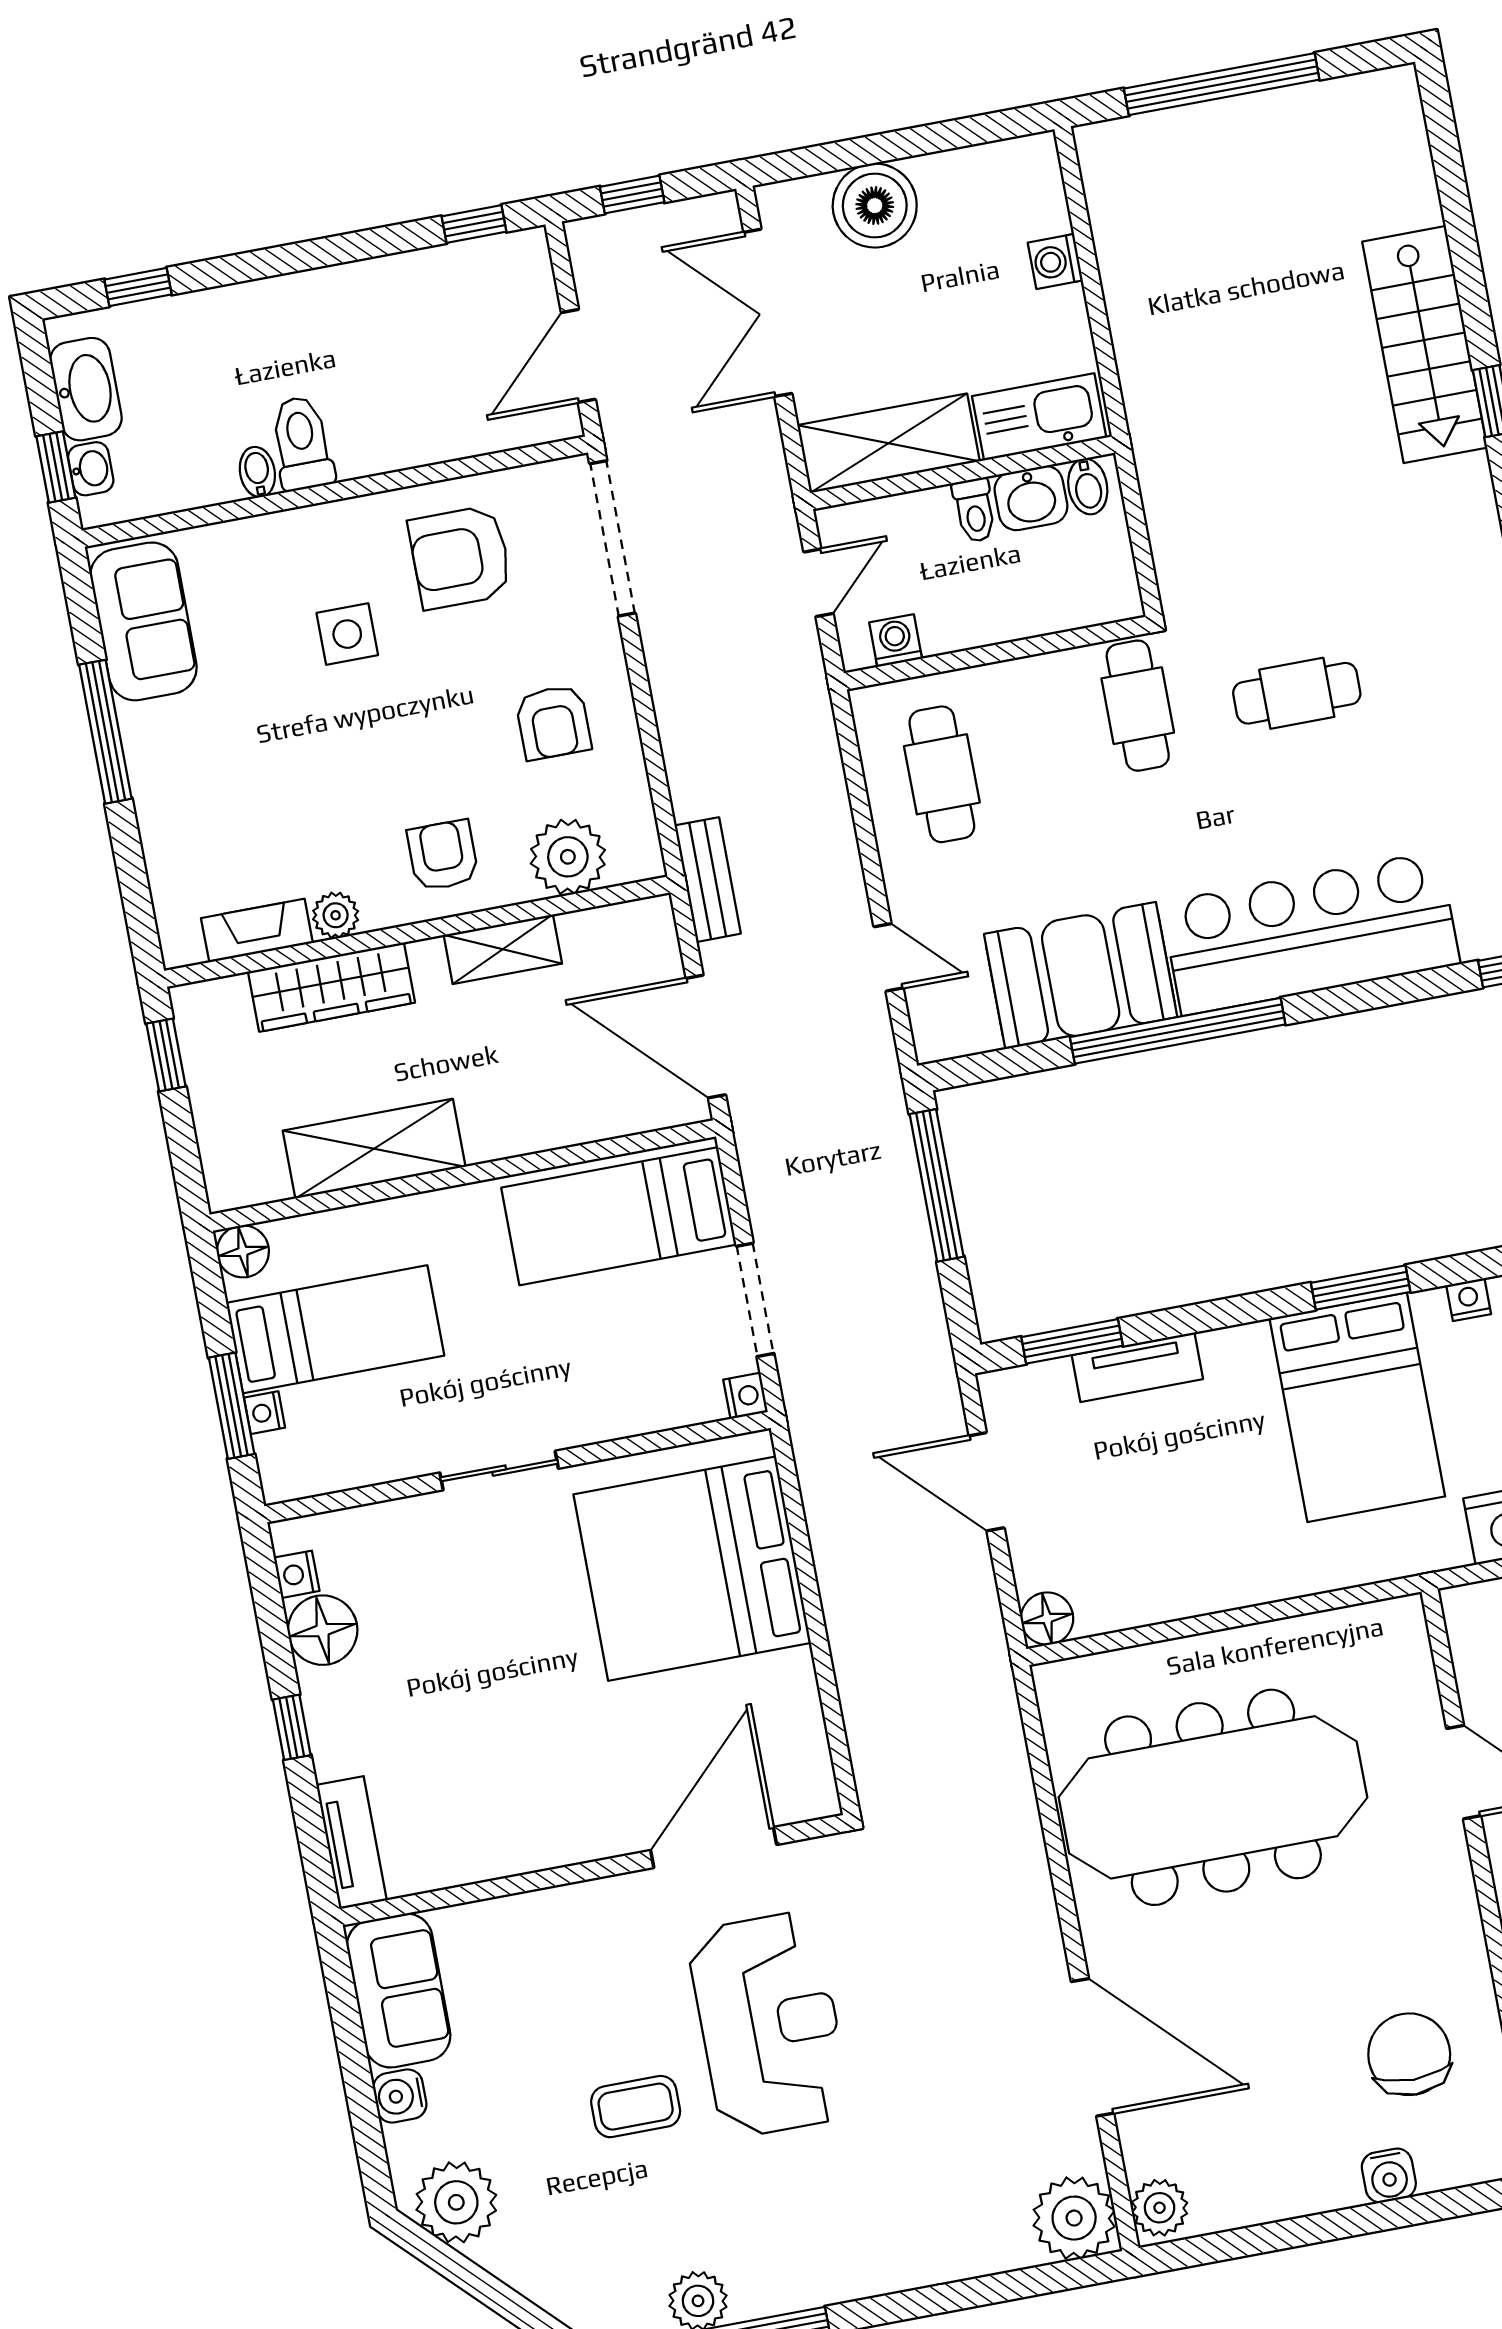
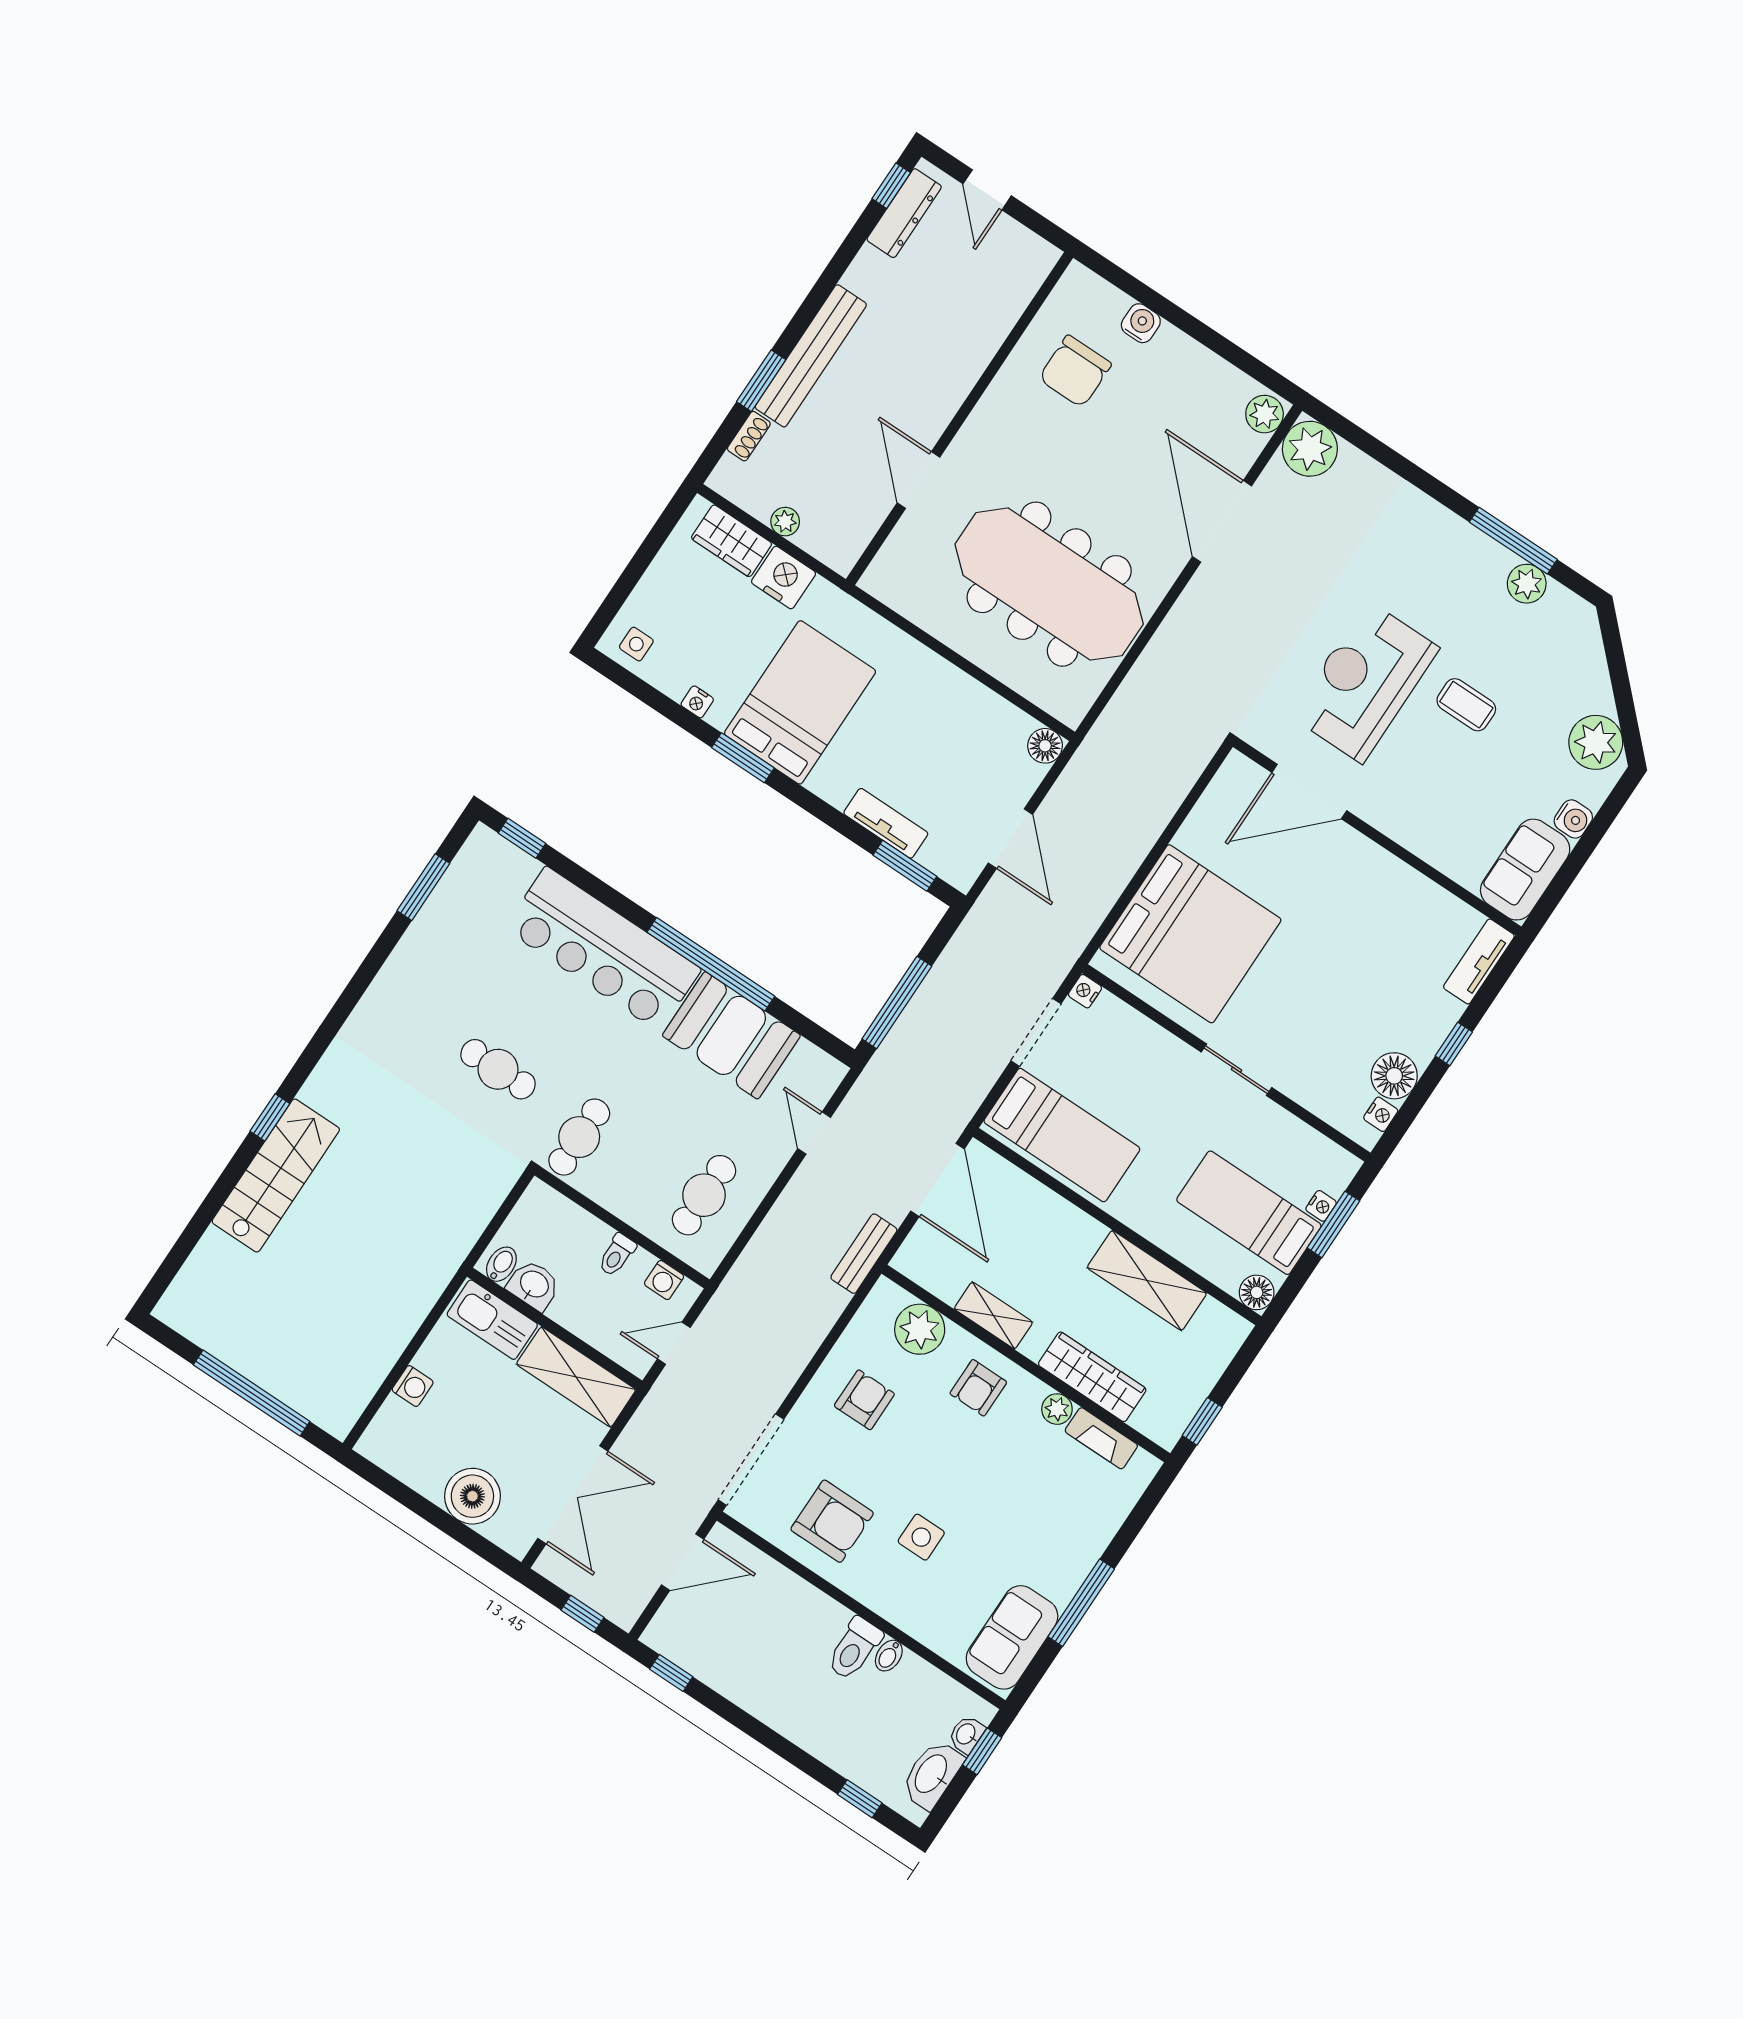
toilet: (975, 510) -> (617, 1255), moved, turned 180

